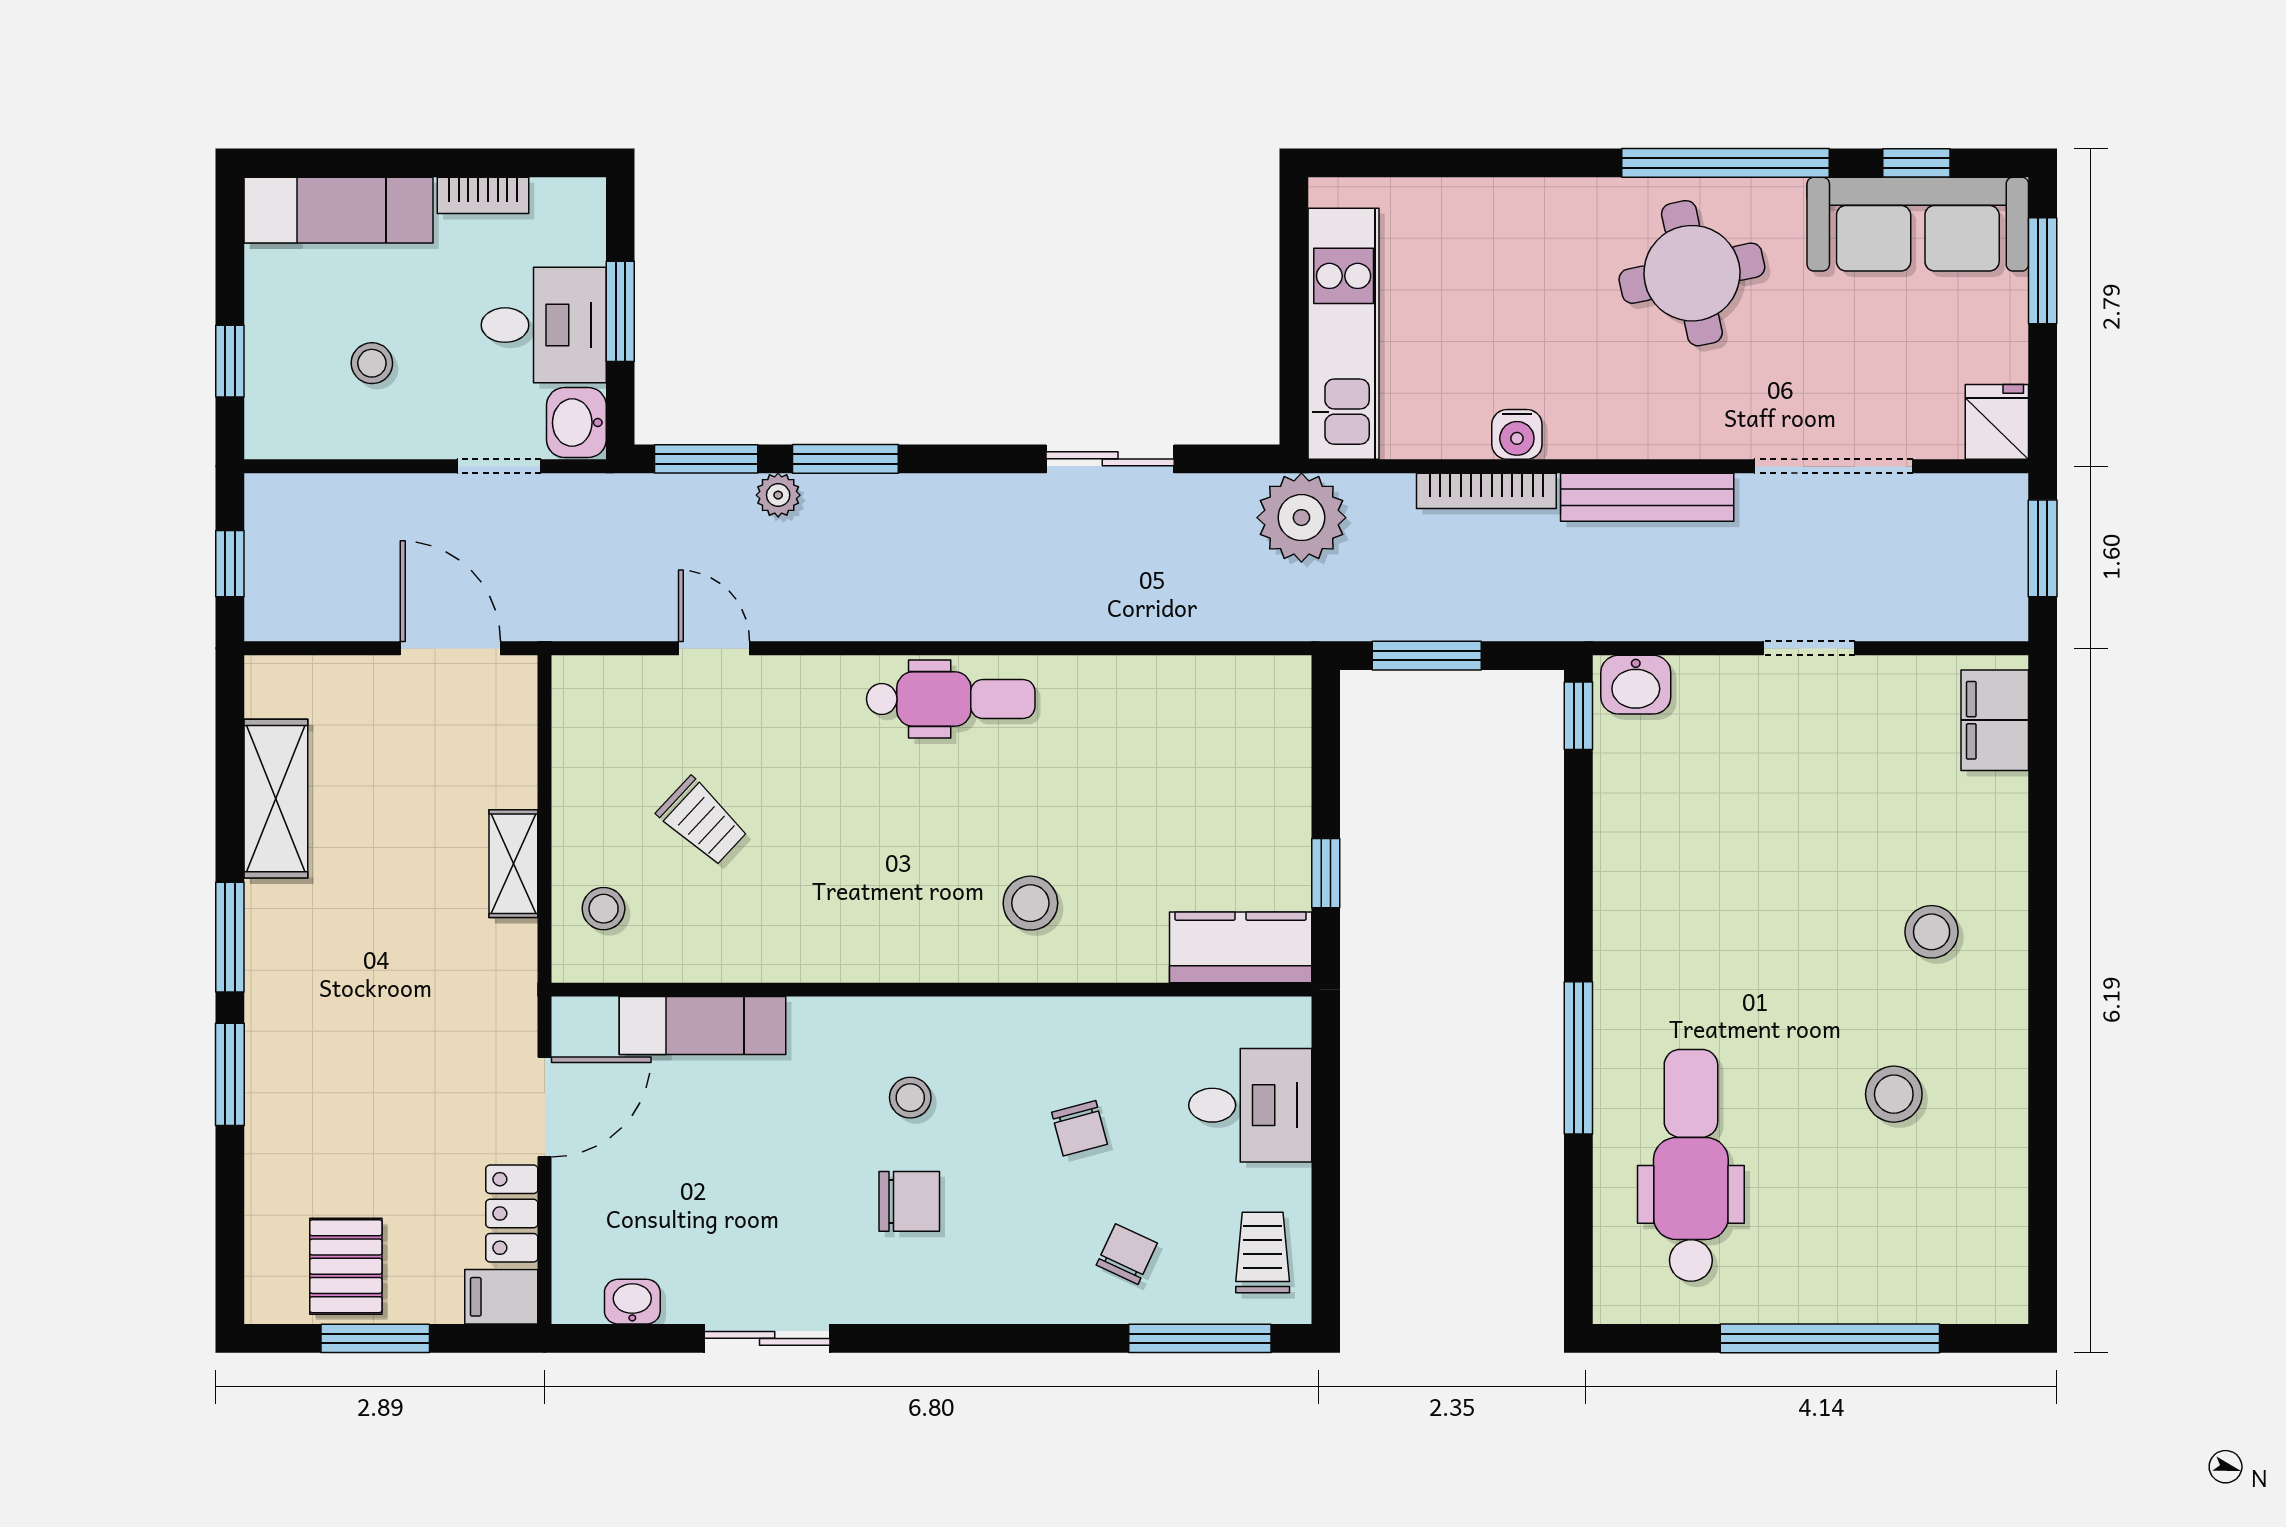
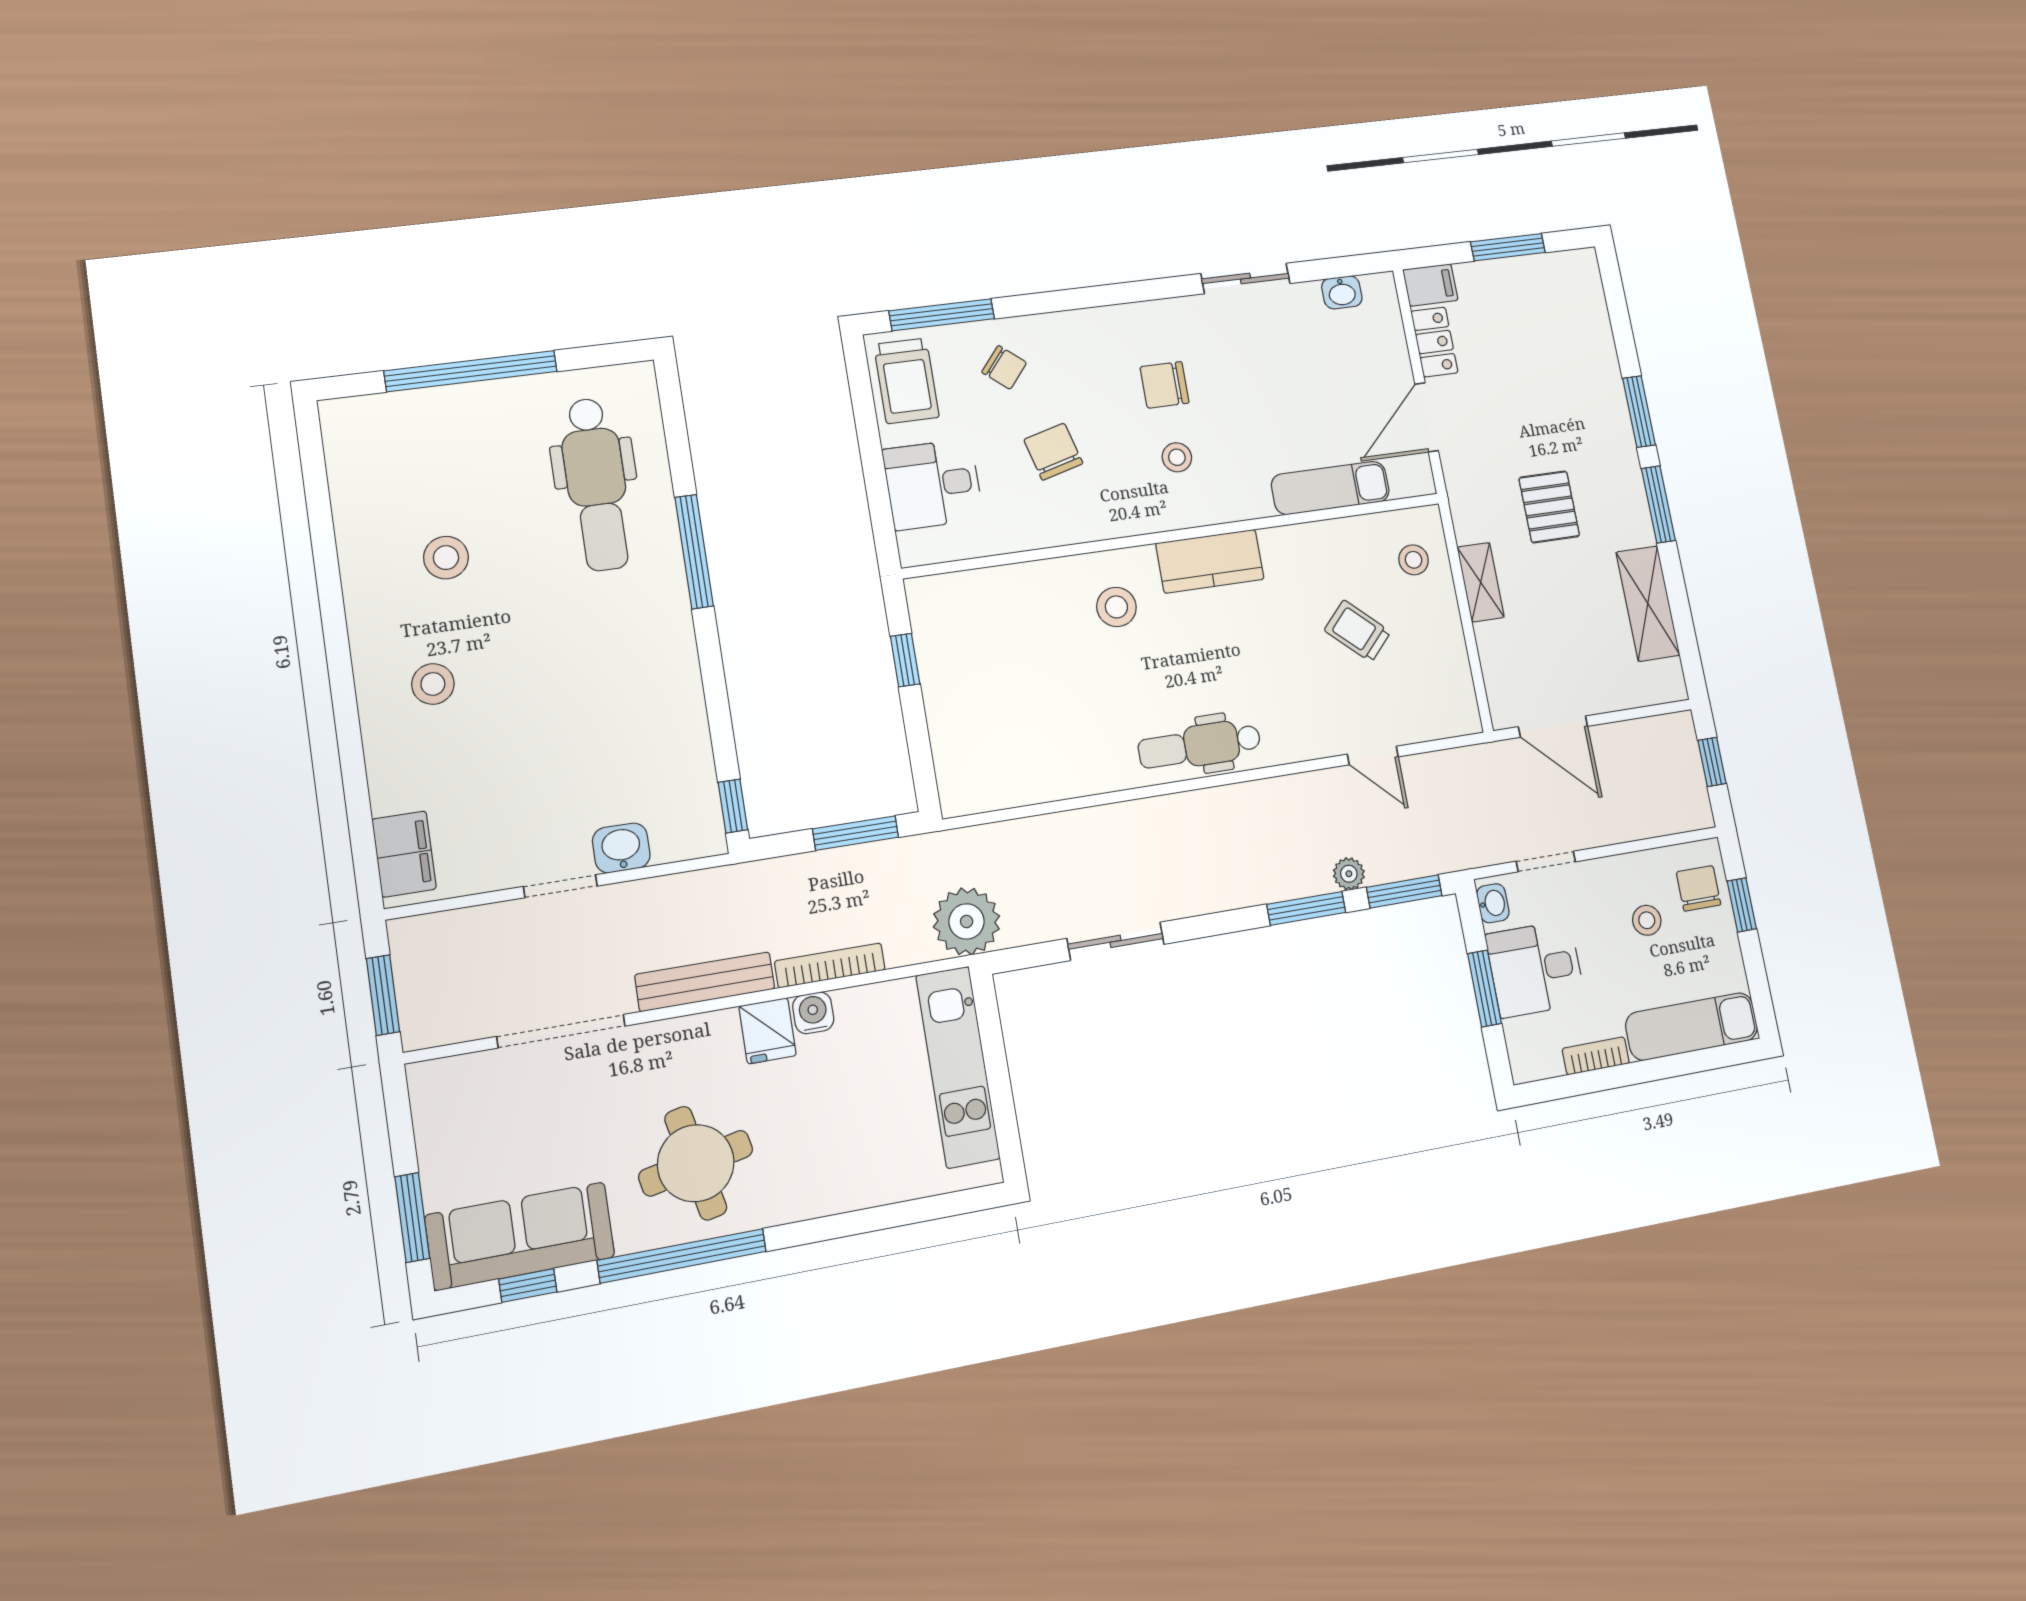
chair: (288, 394) -> (1699, 888), added
fridge: (1997, 422) -> (768, 1031), moved
washbasin: (576, 423) -> (1493, 903), width x0.72, depth x0.69
washbasin: (1636, 685) -> (621, 848), moved
kitchen counter: (1241, 947) -> (1210, 561), moved
chair: (1080, 1128) -> (1053, 452), width x1.37, depth x1.37
trolley: (1263, 1252) -> (906, 381), width x1.36, depth x1.39
chair: (1127, 1254) -> (1004, 367), turned -75
pallet: (346, 1266) -> (1549, 507), moved

